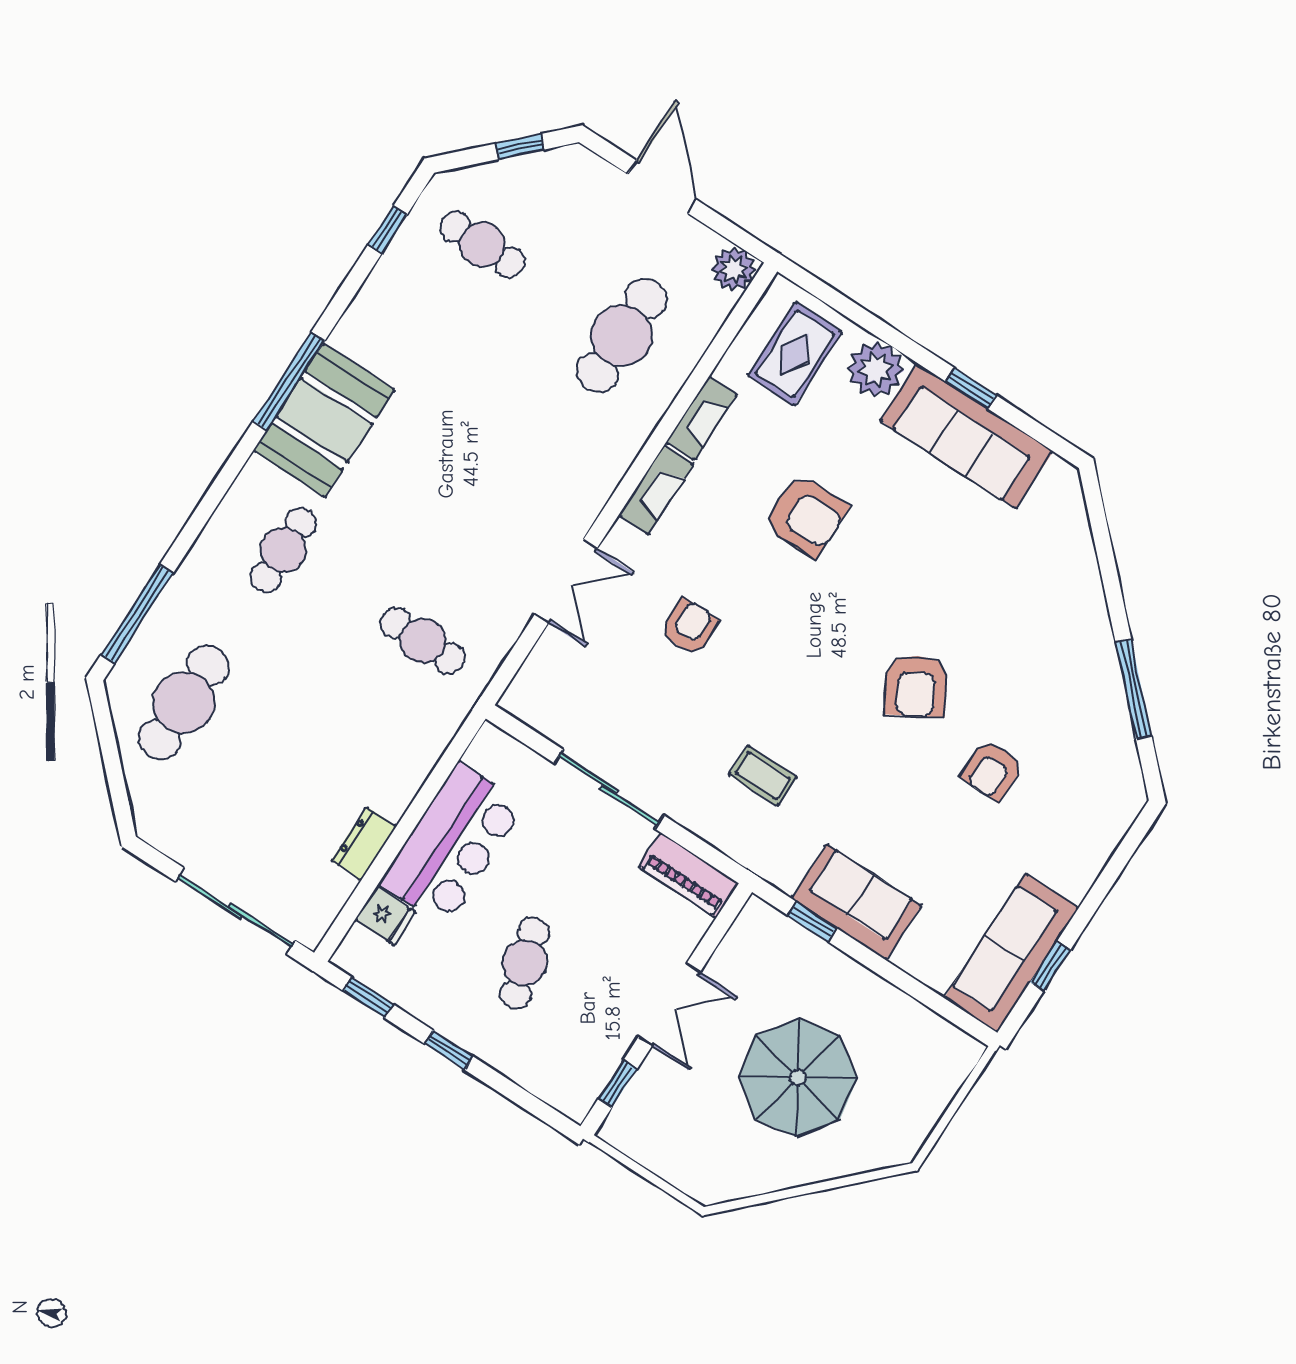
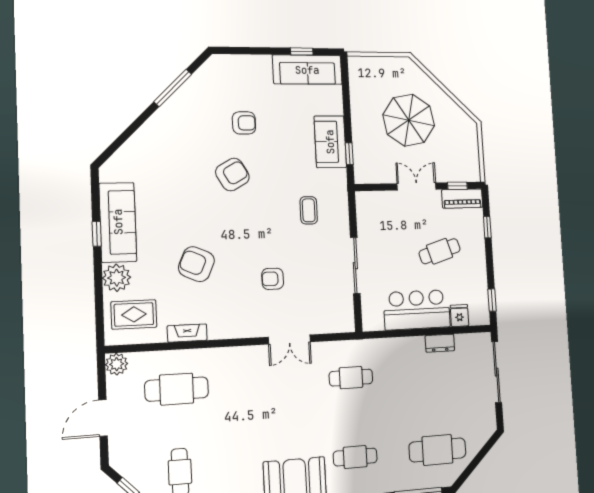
fireplace: (656, 490) -> (229, 330), removed
armchair: (806, 516) -> (196, 264), turned -66
double door: (566, 581) -> (289, 339), swing flipped
cafe table: (423, 641) -> (351, 378), turned 90
piano: (688, 875) -> (462, 199), moved, turned 90
window: (449, 1050) -> (487, 227), moved

